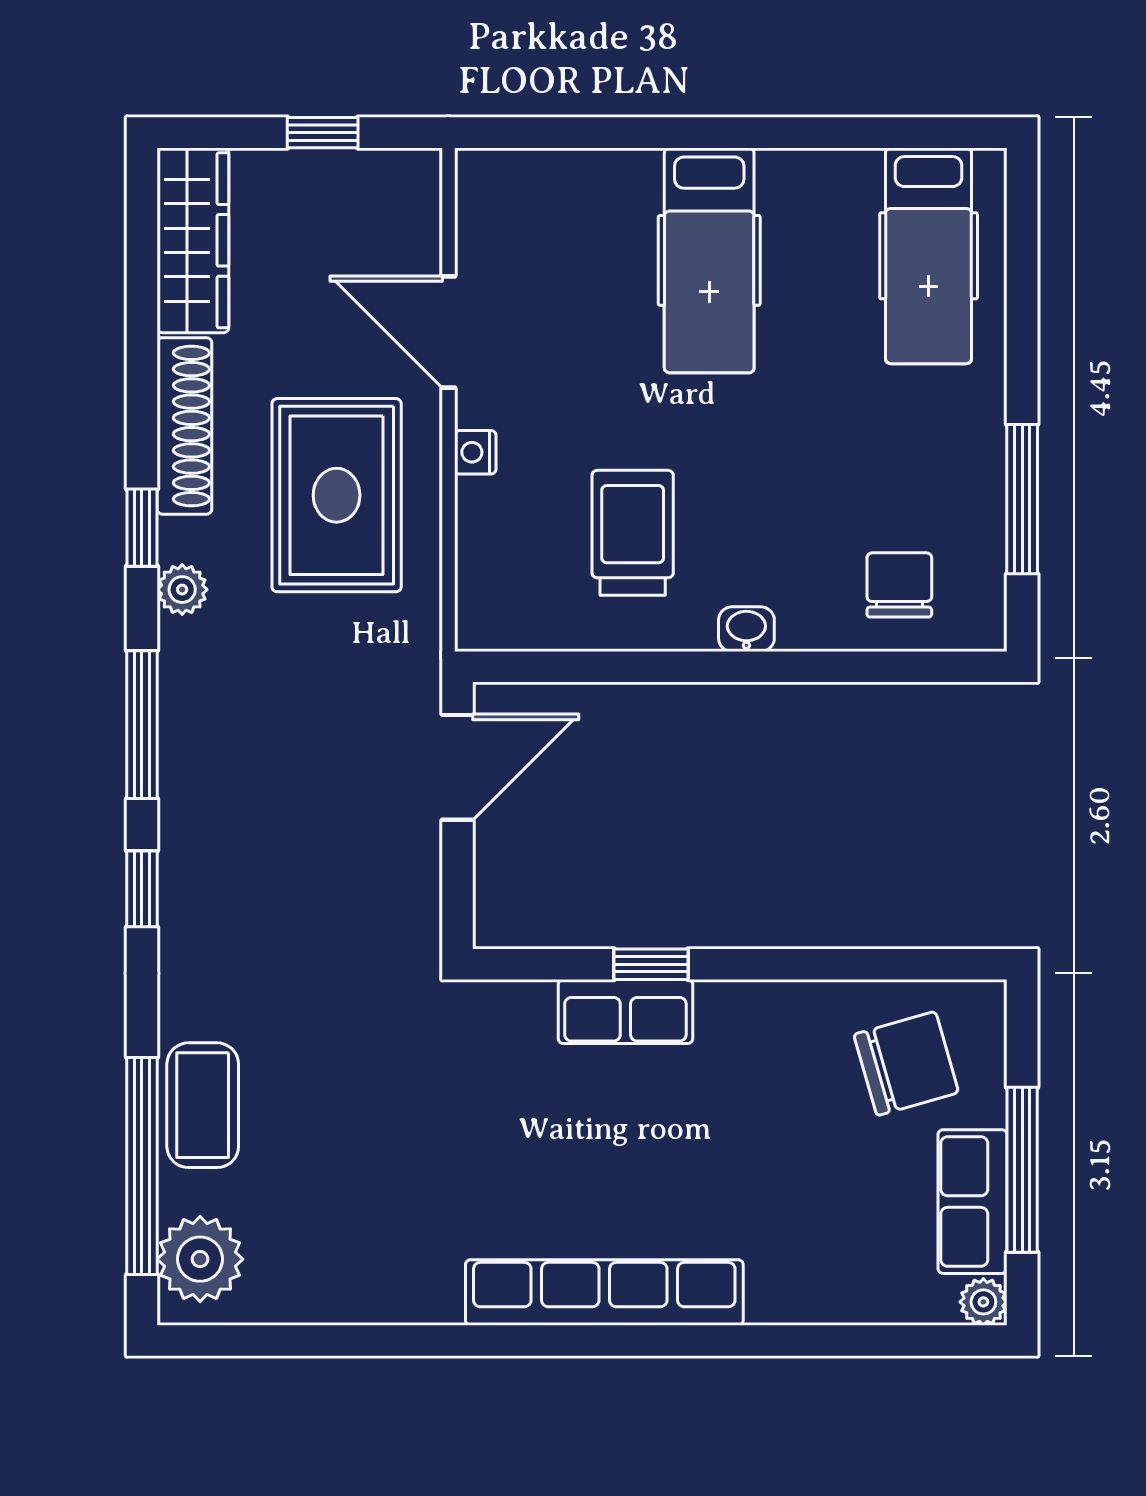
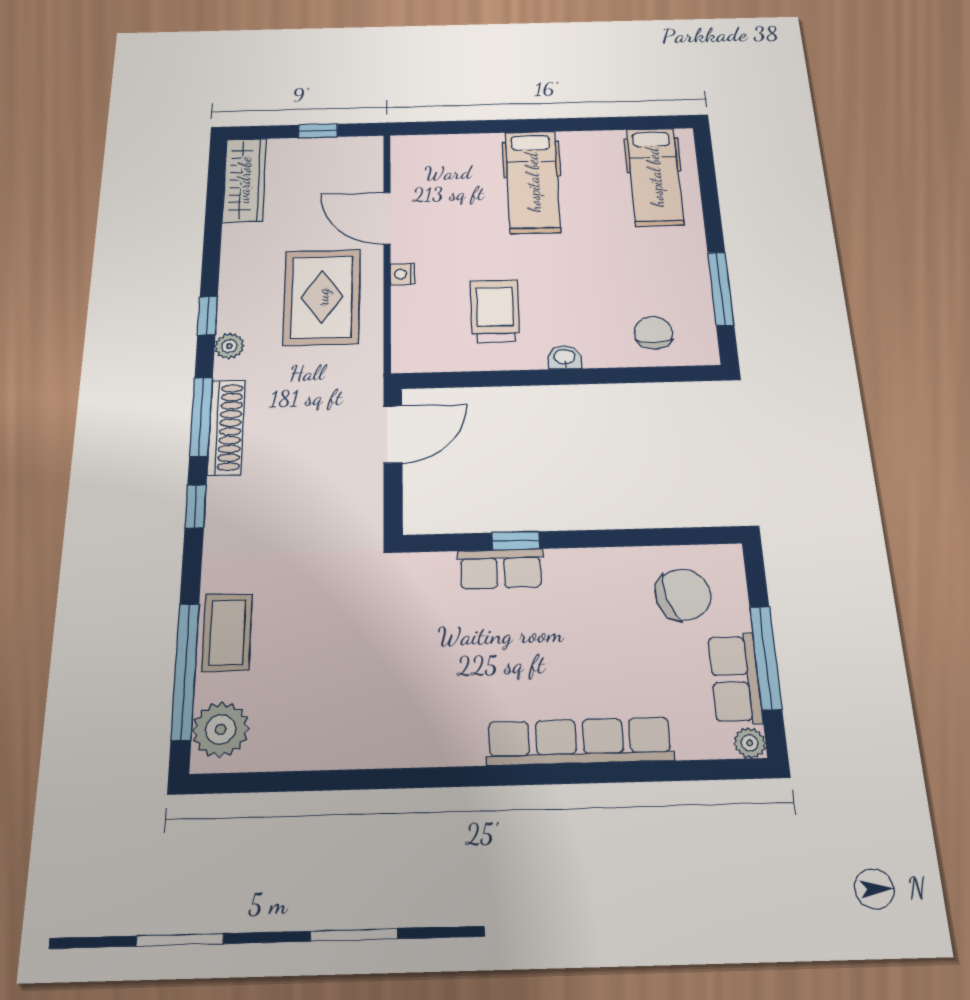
shoe rack: (184, 426) -> (226, 427), moved
row of seats: (604, 1292) -> (579, 741), moved

